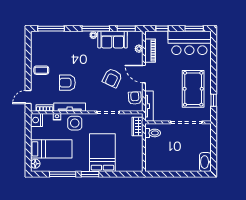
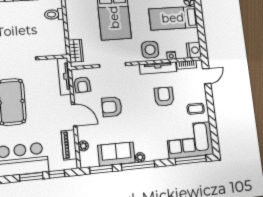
window: (194, 29) -> (31, 177), moved
corner sofa: (50, 45) -> (190, 140), added
armchair: (112, 78) -> (112, 107), turned -115
armchair: (67, 83) -> (164, 97), turned -90
toilet: (153, 133) -> (54, 14), moved

